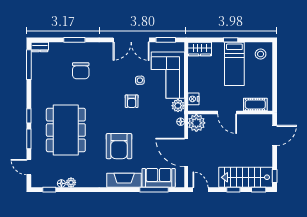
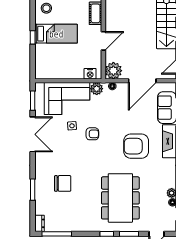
wardrobe: (200, 49) -> (42, 68), removed
dining table: (66, 130) -> (120, 198), turned 90
armchair: (119, 146) -> (136, 146), turned 180

